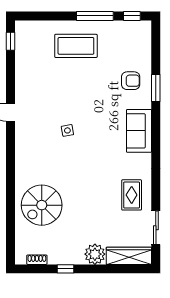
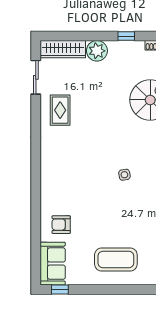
window: (95, 16) -> (97, 289), removed
window: (156, 88) -> (36, 217), removed
sofa: (139, 131) -> (53, 264), moved

